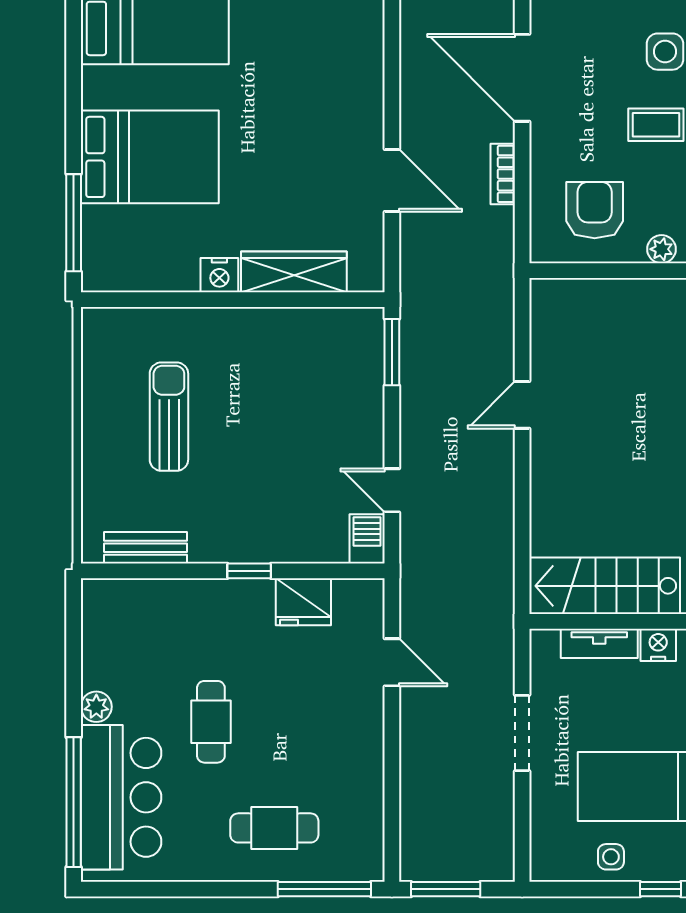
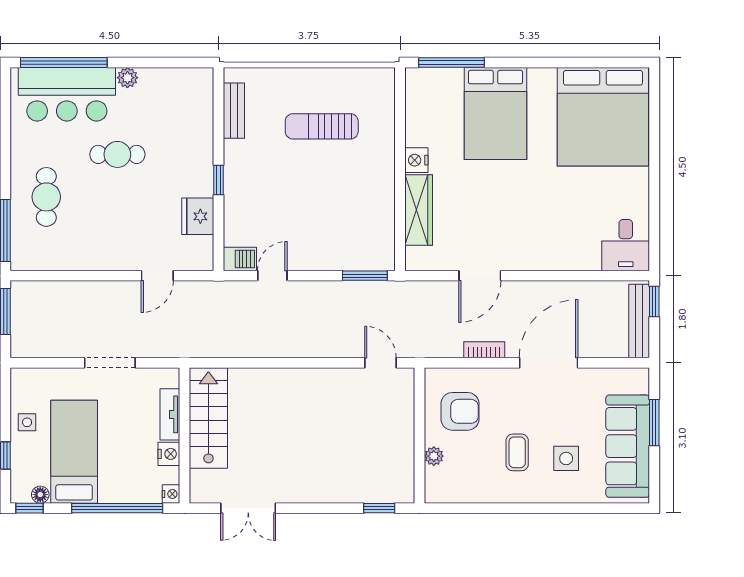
door: (522, 405) -> (380, 363), moved
sun lounger: (169, 417) -> (322, 126), turned 180

